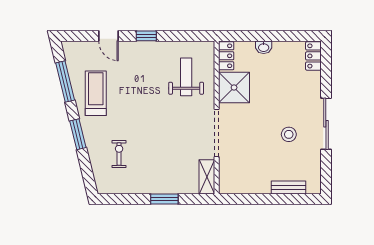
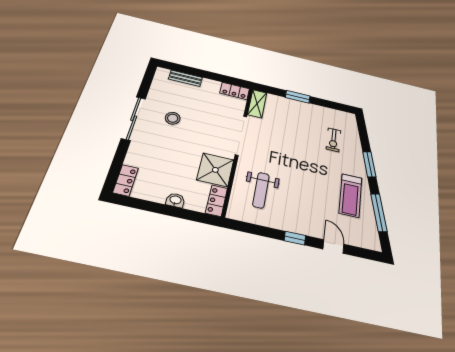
locker: (234, 186) -> (235, 91), added

